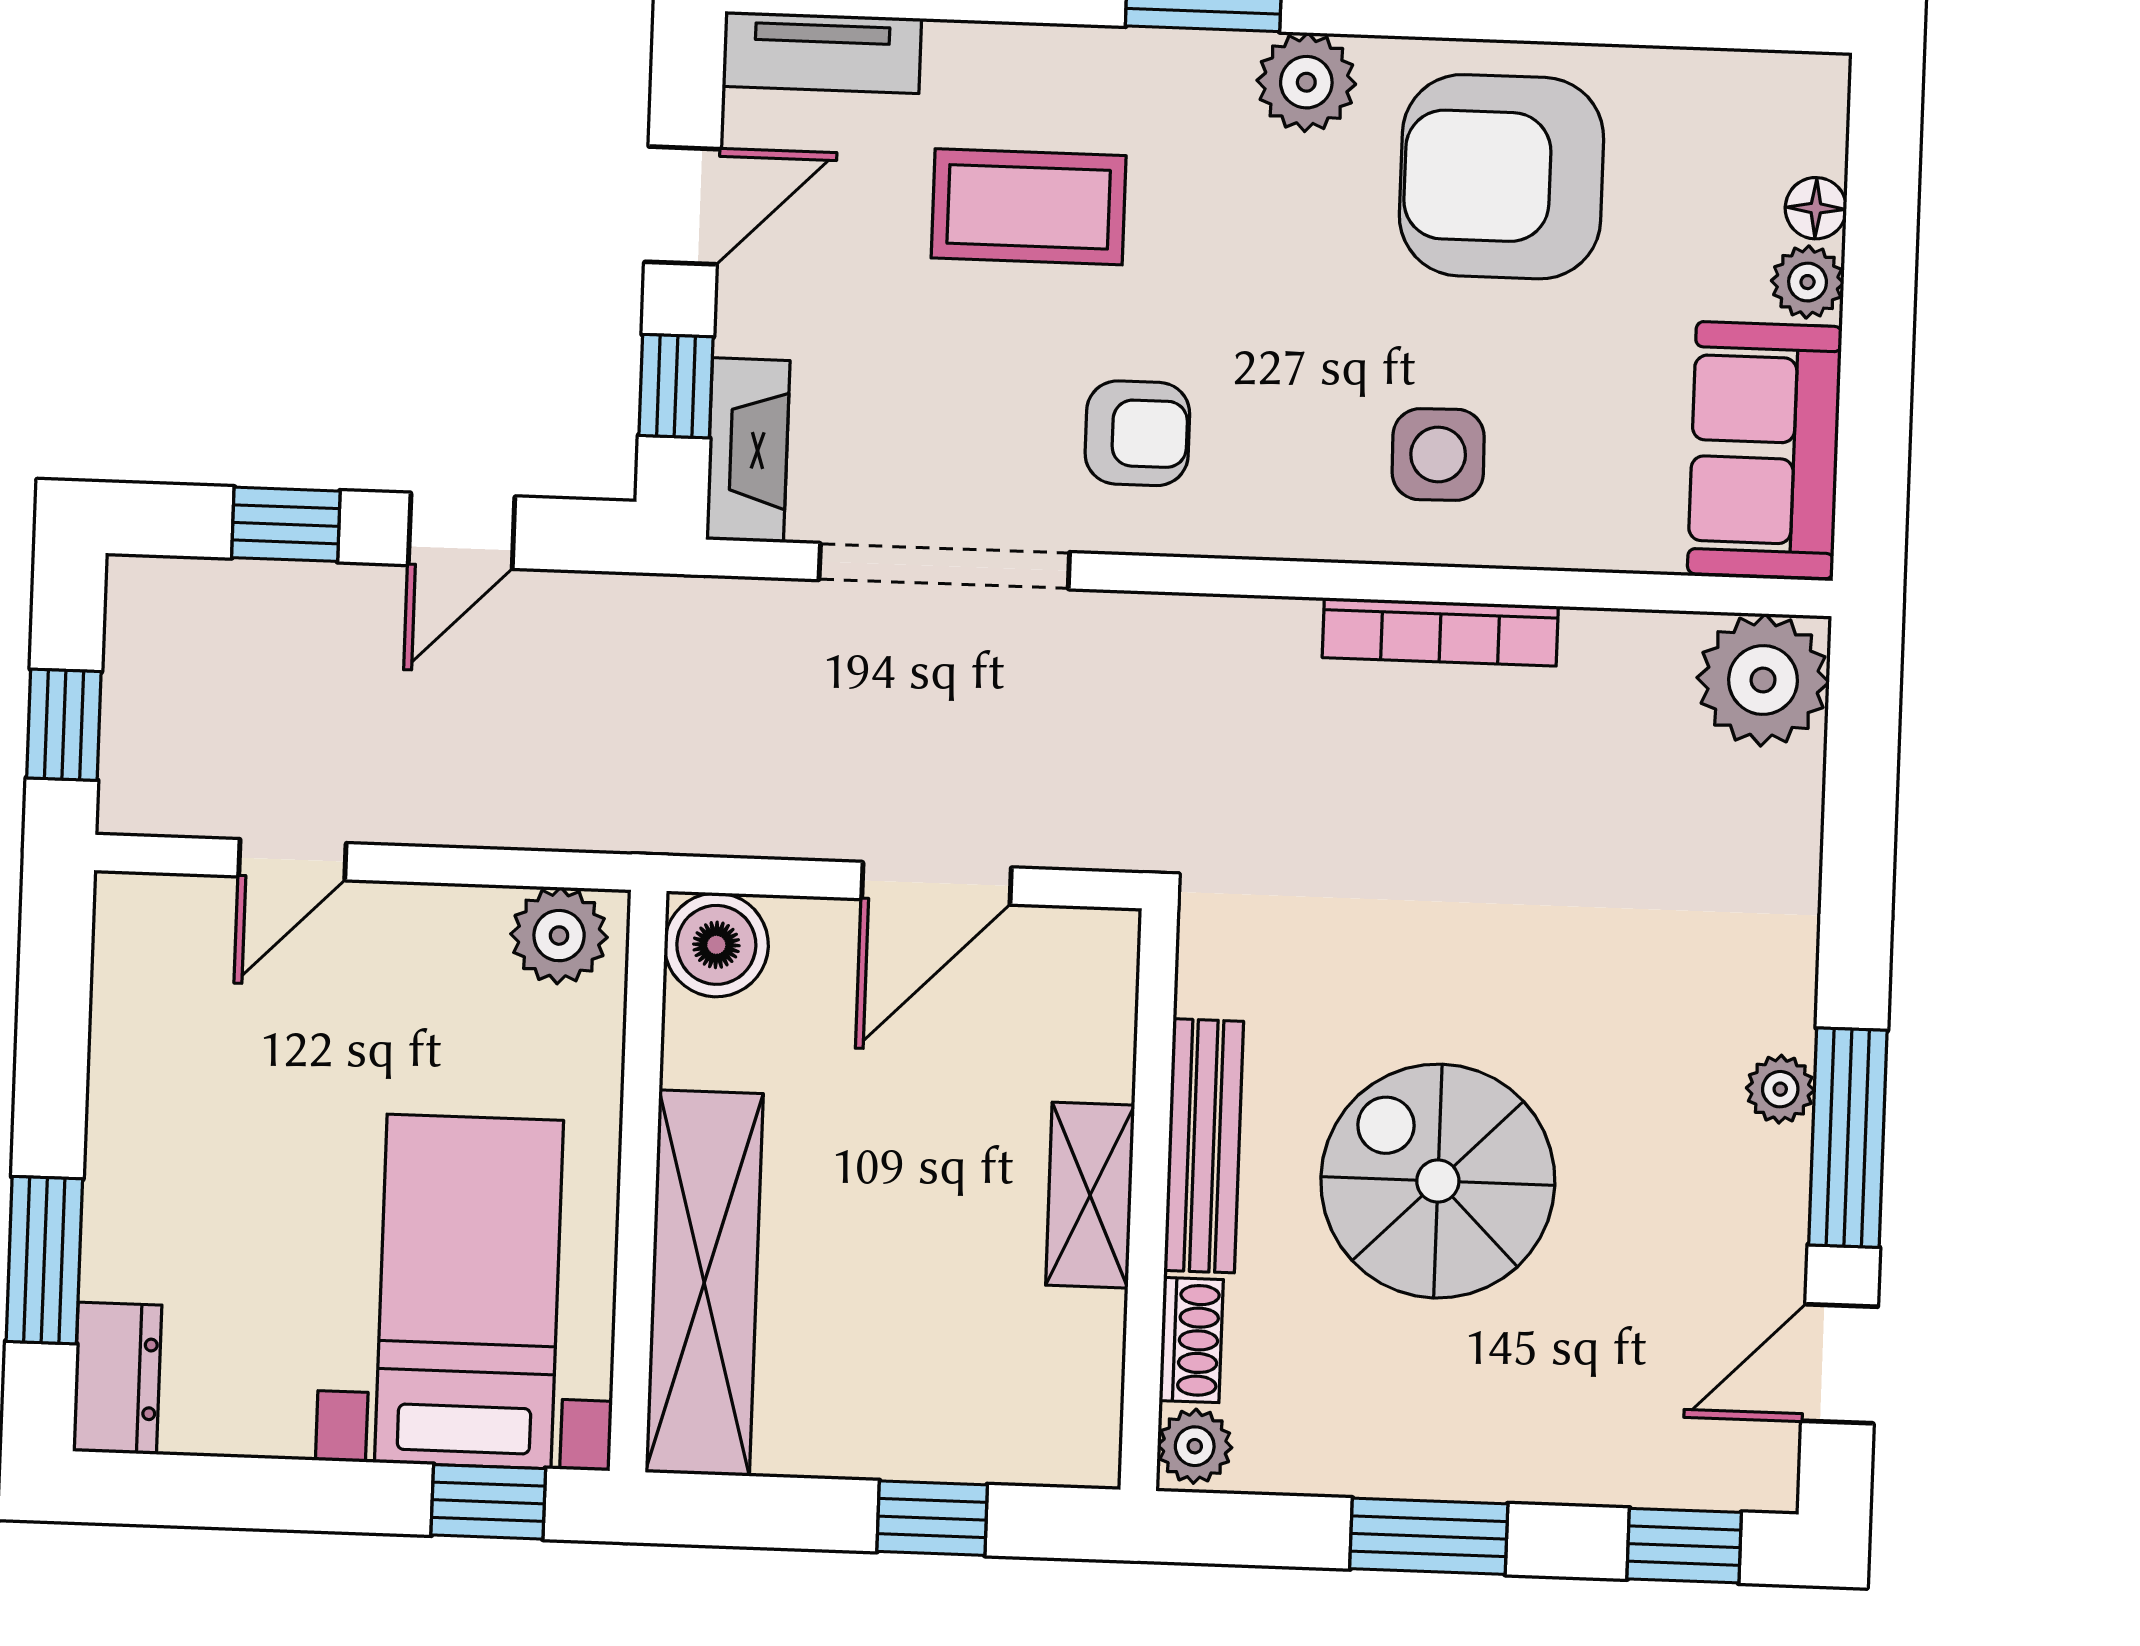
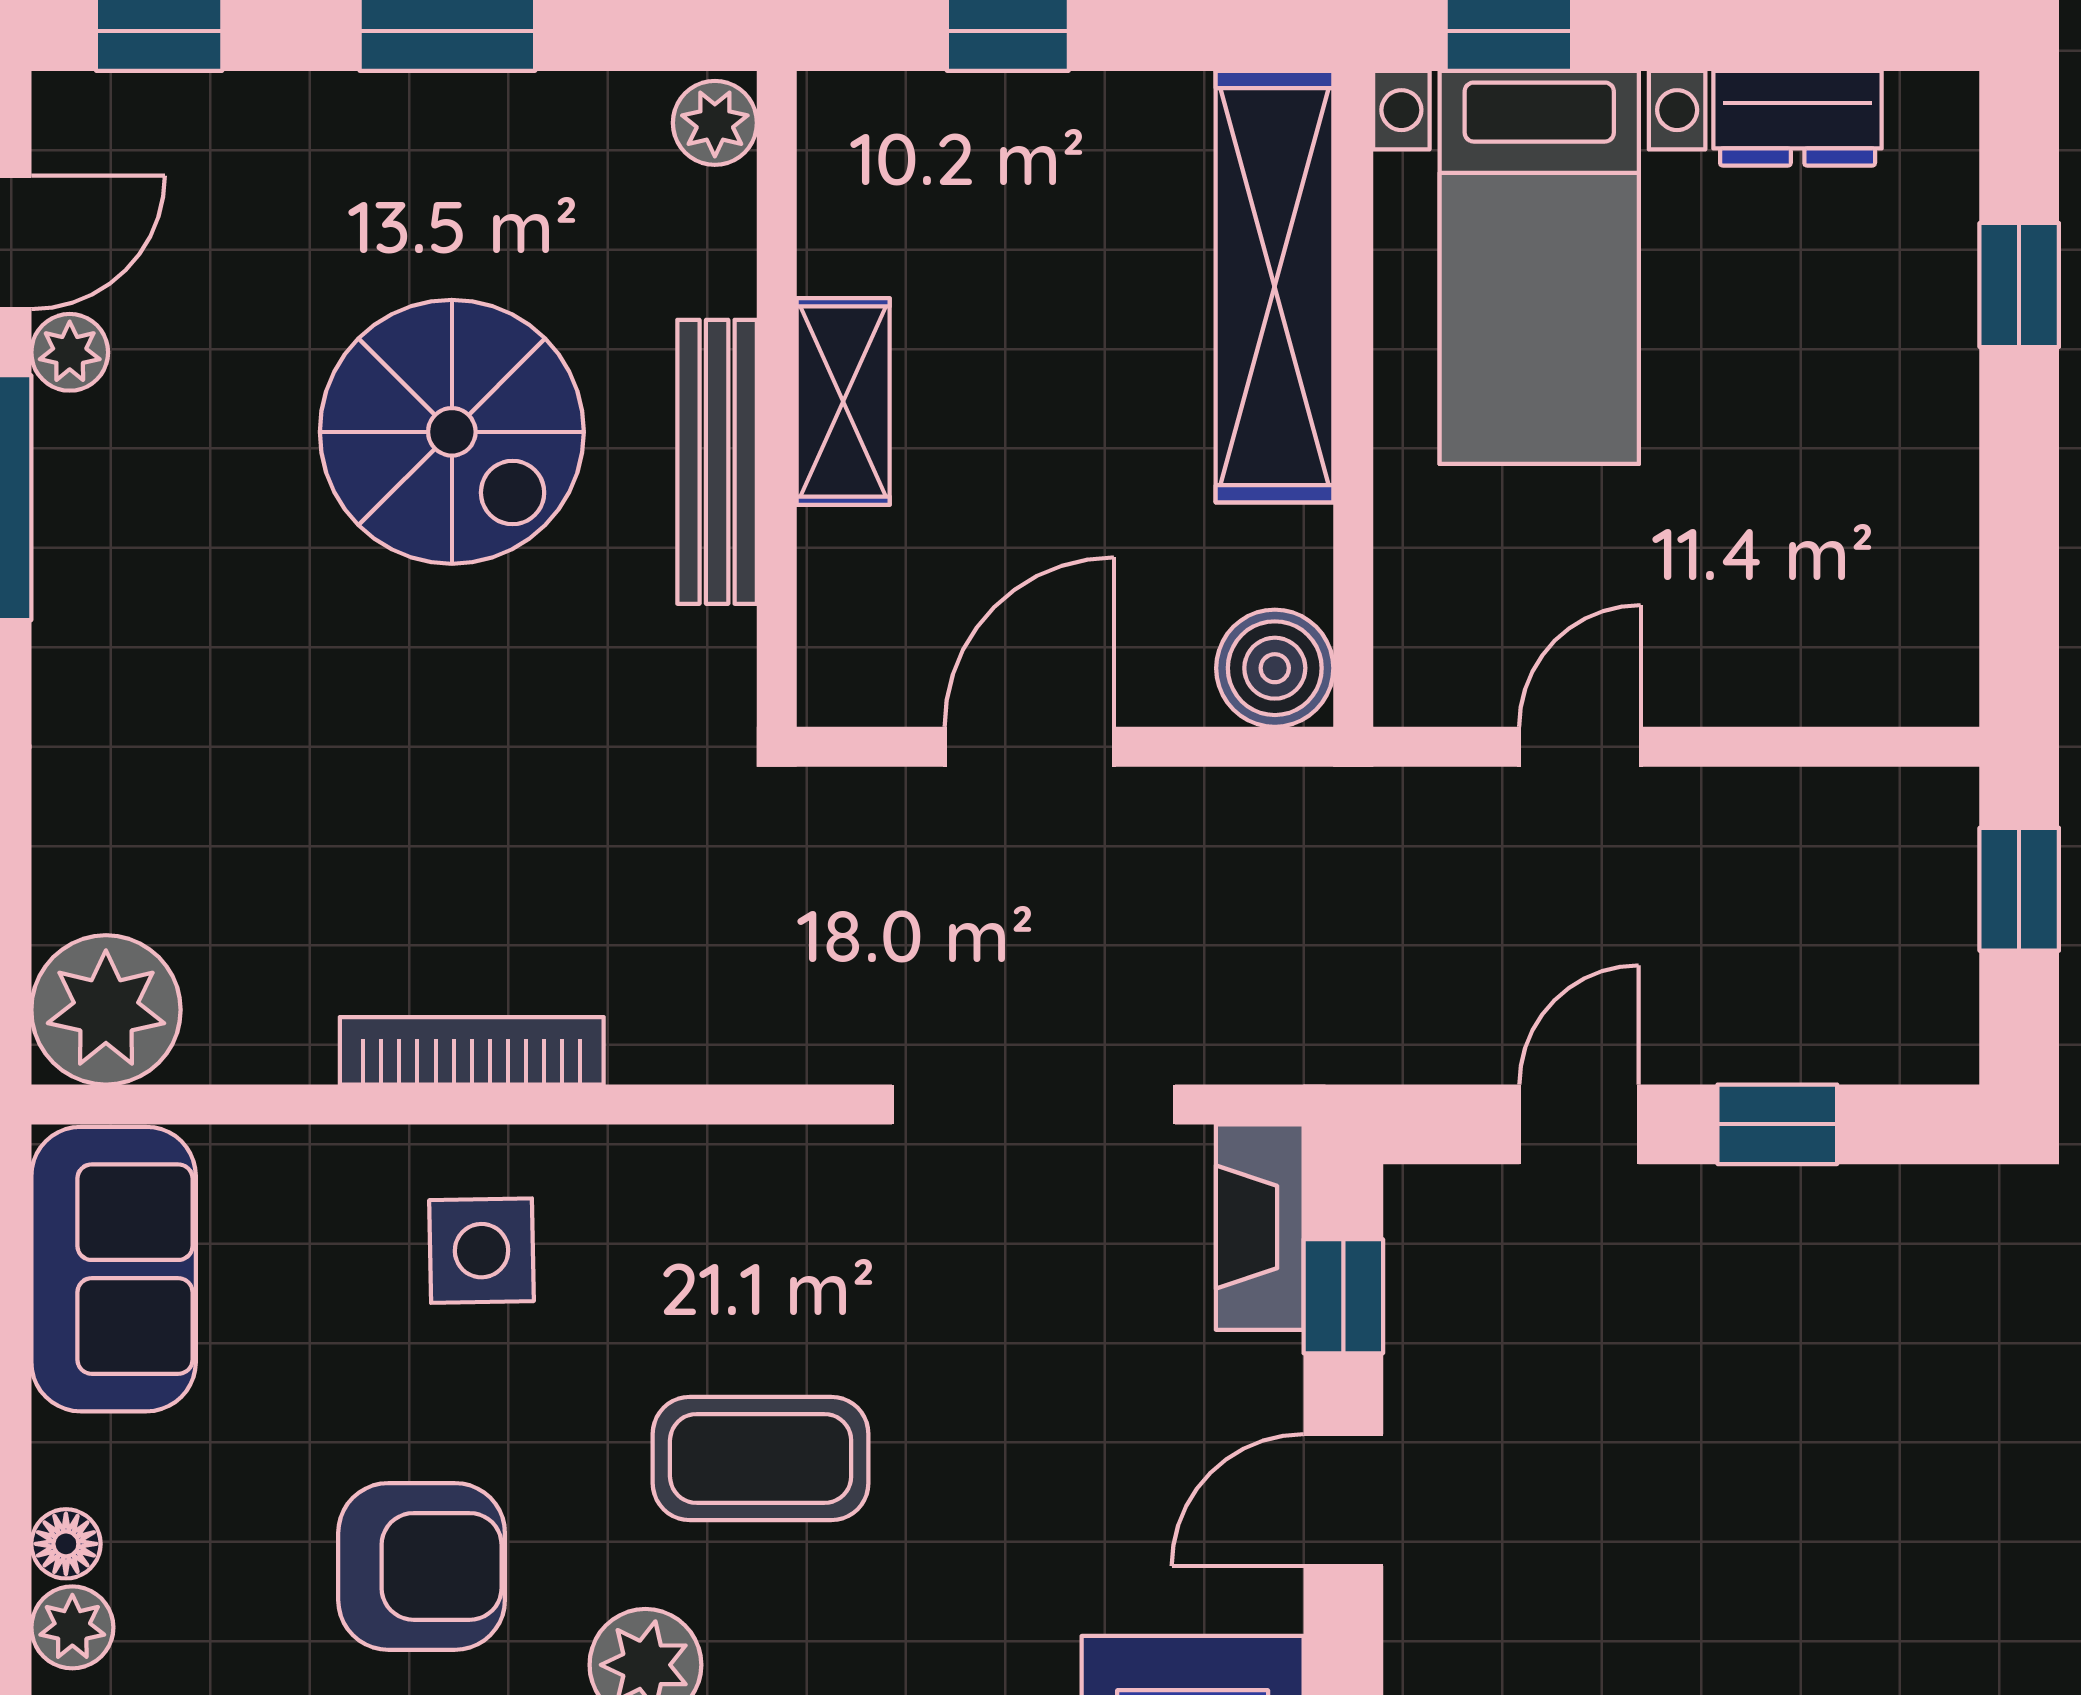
armchair: (1501, 177) -> (422, 1566), width x0.73, depth x0.73
coffee table: (1029, 207) -> (761, 1458), moved
plant: (1808, 282) -> (72, 1627), moved
armchair: (1137, 433) -> (821, 1262), removed
door: (292, 860) -> (1580, 747), moved
plant: (559, 936) -> (1452, 672), removed
plant: (1780, 1089) -> (70, 352), moved
window: (44, 1260) -> (2019, 285), width x0.67
shoe rack: (1191, 1340) -> (723, 242), removed
dresser: (117, 1378) -> (1798, 118), moved, turned -90

